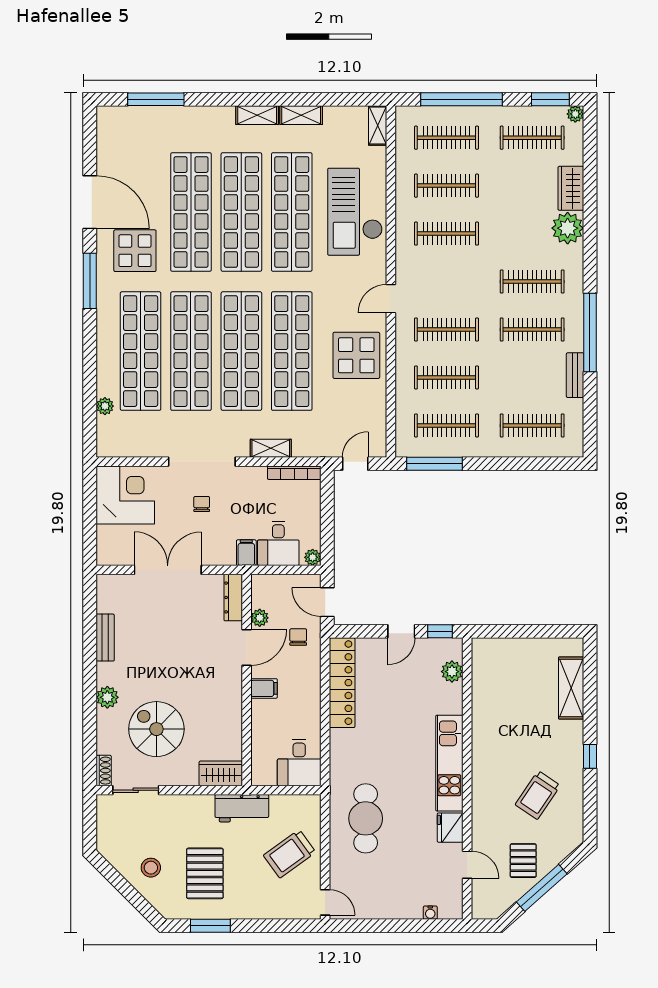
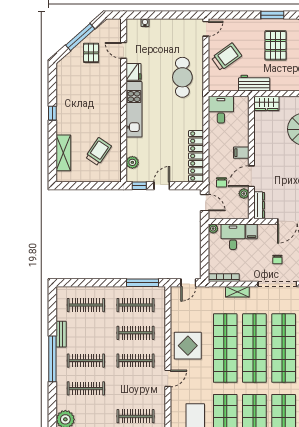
trolley: (538, 795) -> (98, 151), moved
door: (325, 902) -> (206, 29), swing flipped

